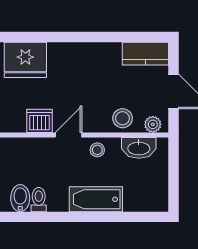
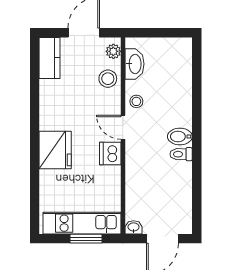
fridge: (25, 60) -> (55, 150), moved
bidet: (20, 198) -> (180, 136), moved
bathtub: (96, 199) -> (181, 103), removed

